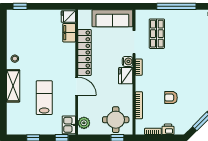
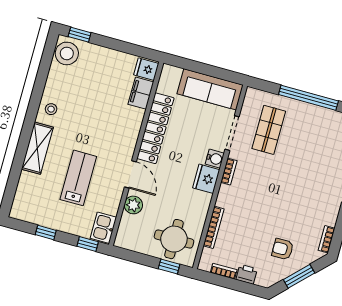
stool: (15, 21) -> (67, 53), added
armchair: (171, 98) -> (283, 249), moved
plant: (84, 123) -> (133, 205), moved

